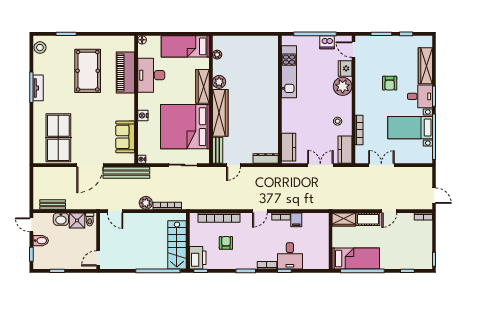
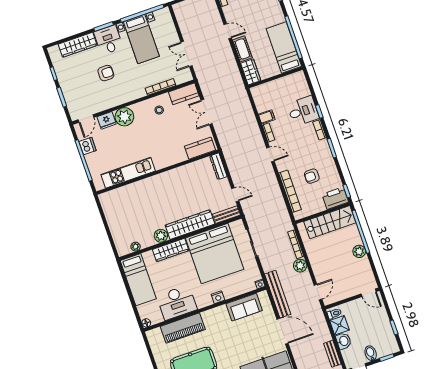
plant: (140, 263) -> (359, 251), added

